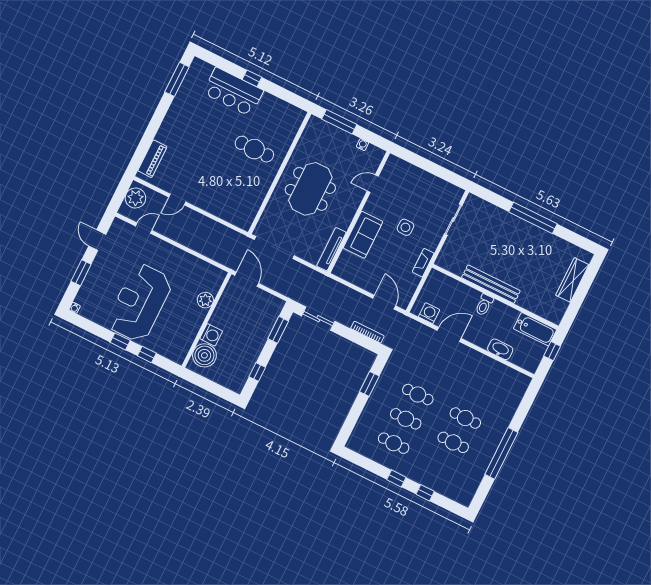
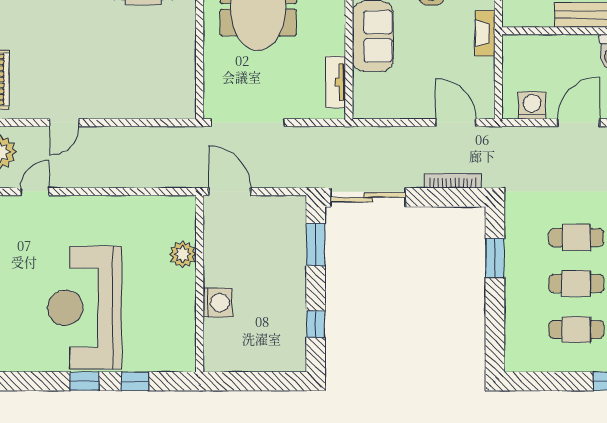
tv unit: (331, 249) -> (336, 82), width x0.71
sliding door: (318, 319) -> (368, 197), width x1.37
boiler: (204, 355) -> (223, 339), removed

